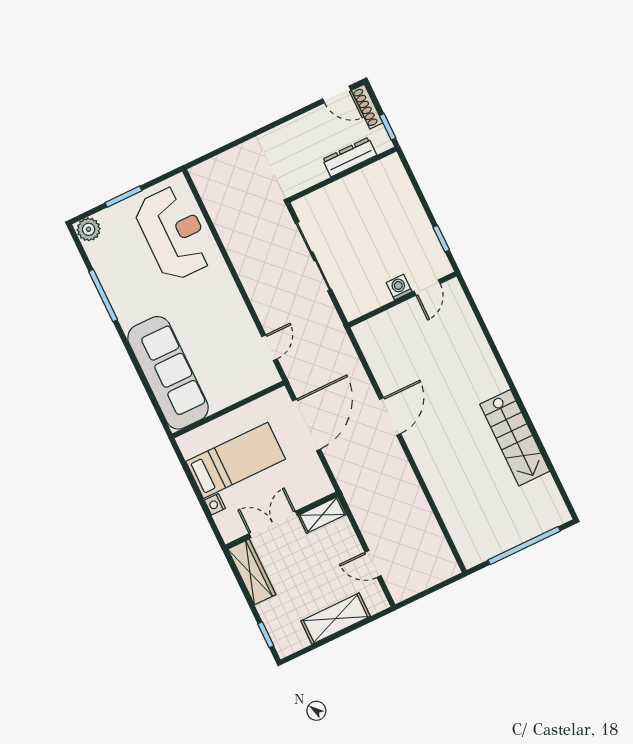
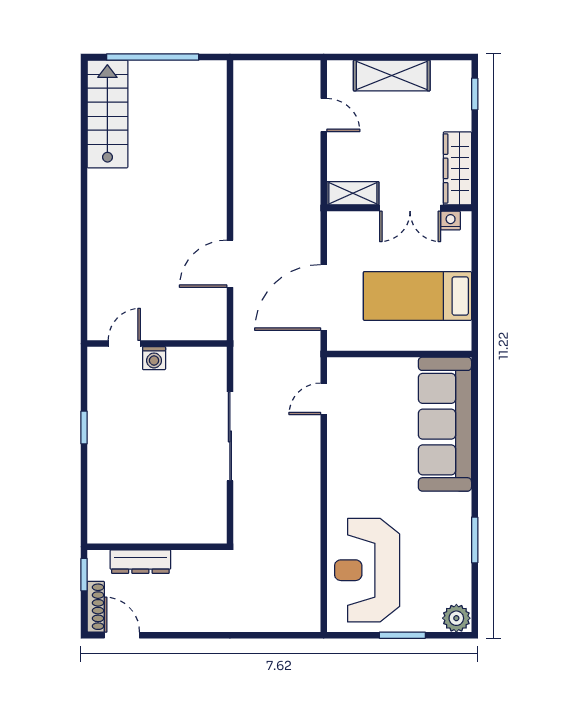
sliding door: (313, 256) -> (230, 436), moved
washing machine: (399, 287) -> (154, 358), moved
door: (427, 288) -> (124, 344), moved
window: (103, 296) -> (475, 540), width x0.69
wall: (402, 299) -> (157, 344), moved
stairs: (515, 438) -> (107, 114), moved
nightstand: (215, 504) -> (451, 221), moved, turned -90

